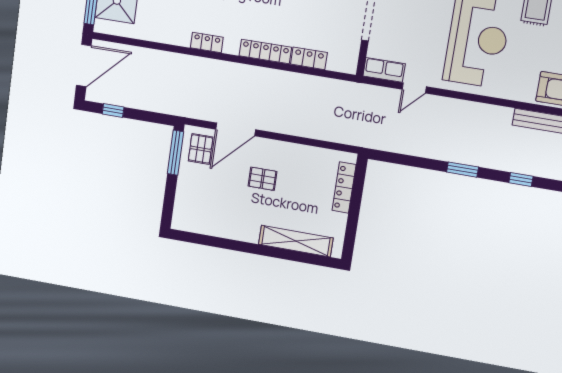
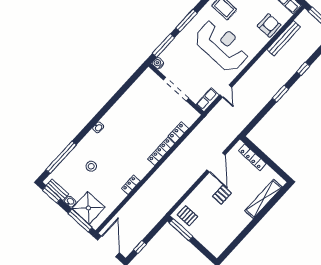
locker: (207, 42) -> (131, 185), moved
door: (236, 129) -> (216, 162), moved

